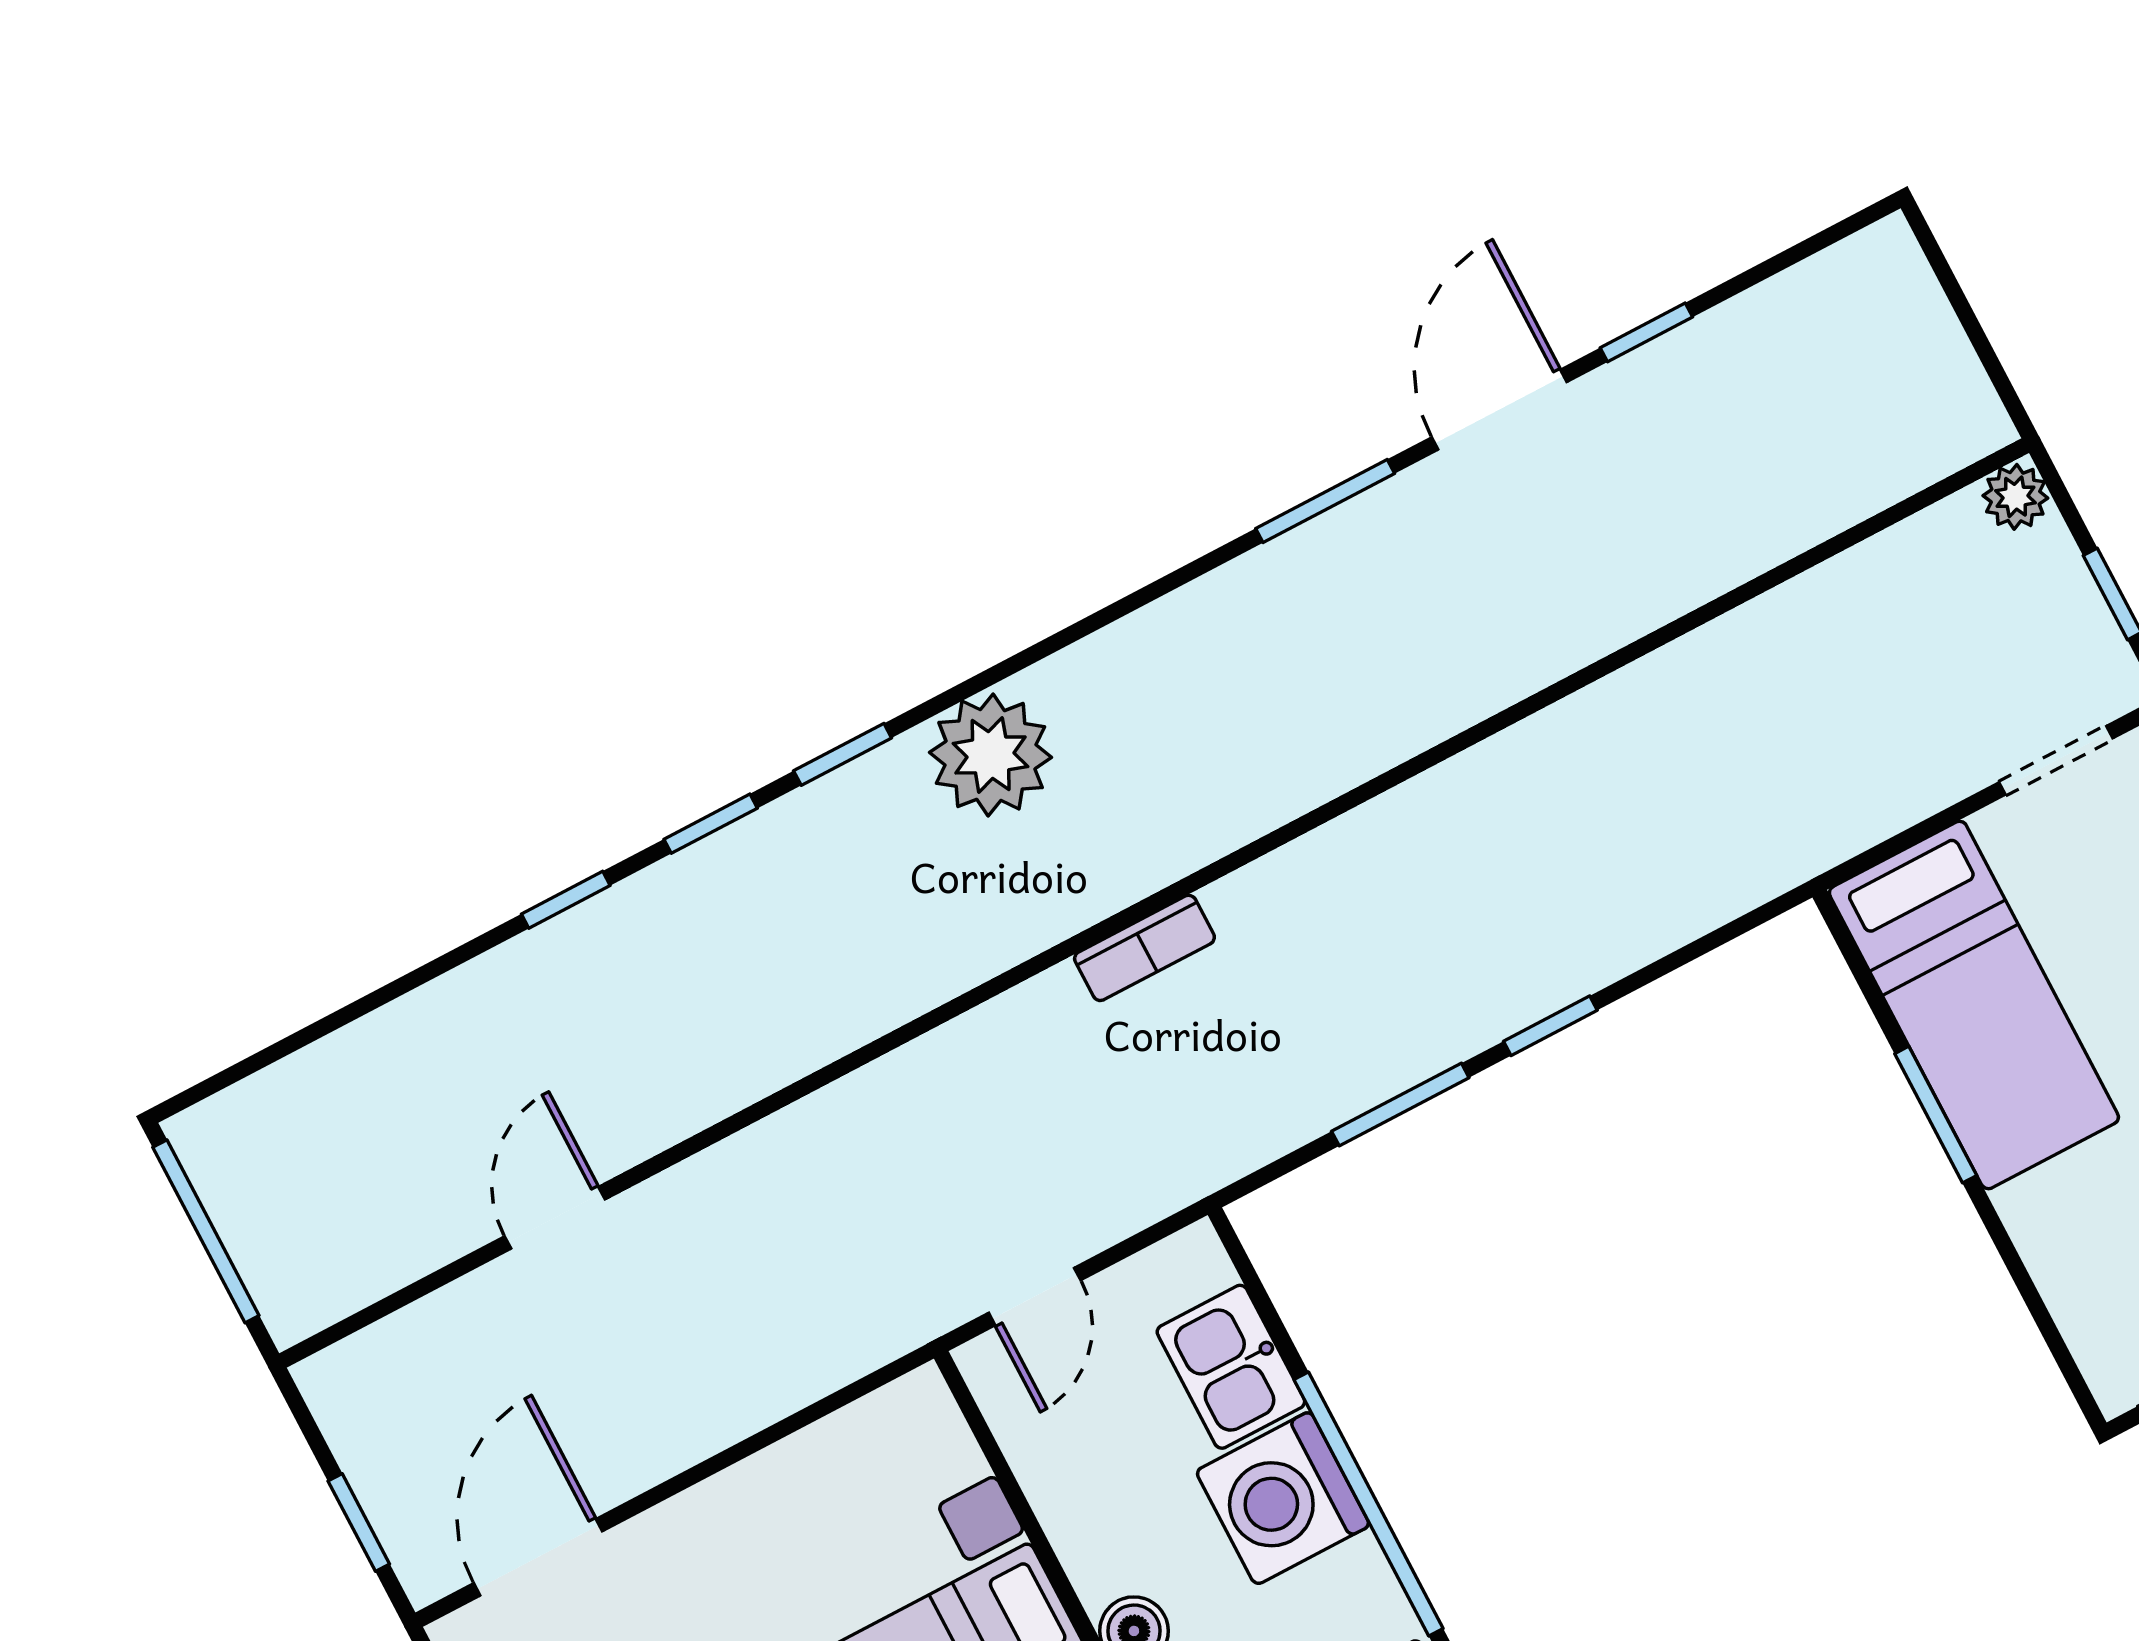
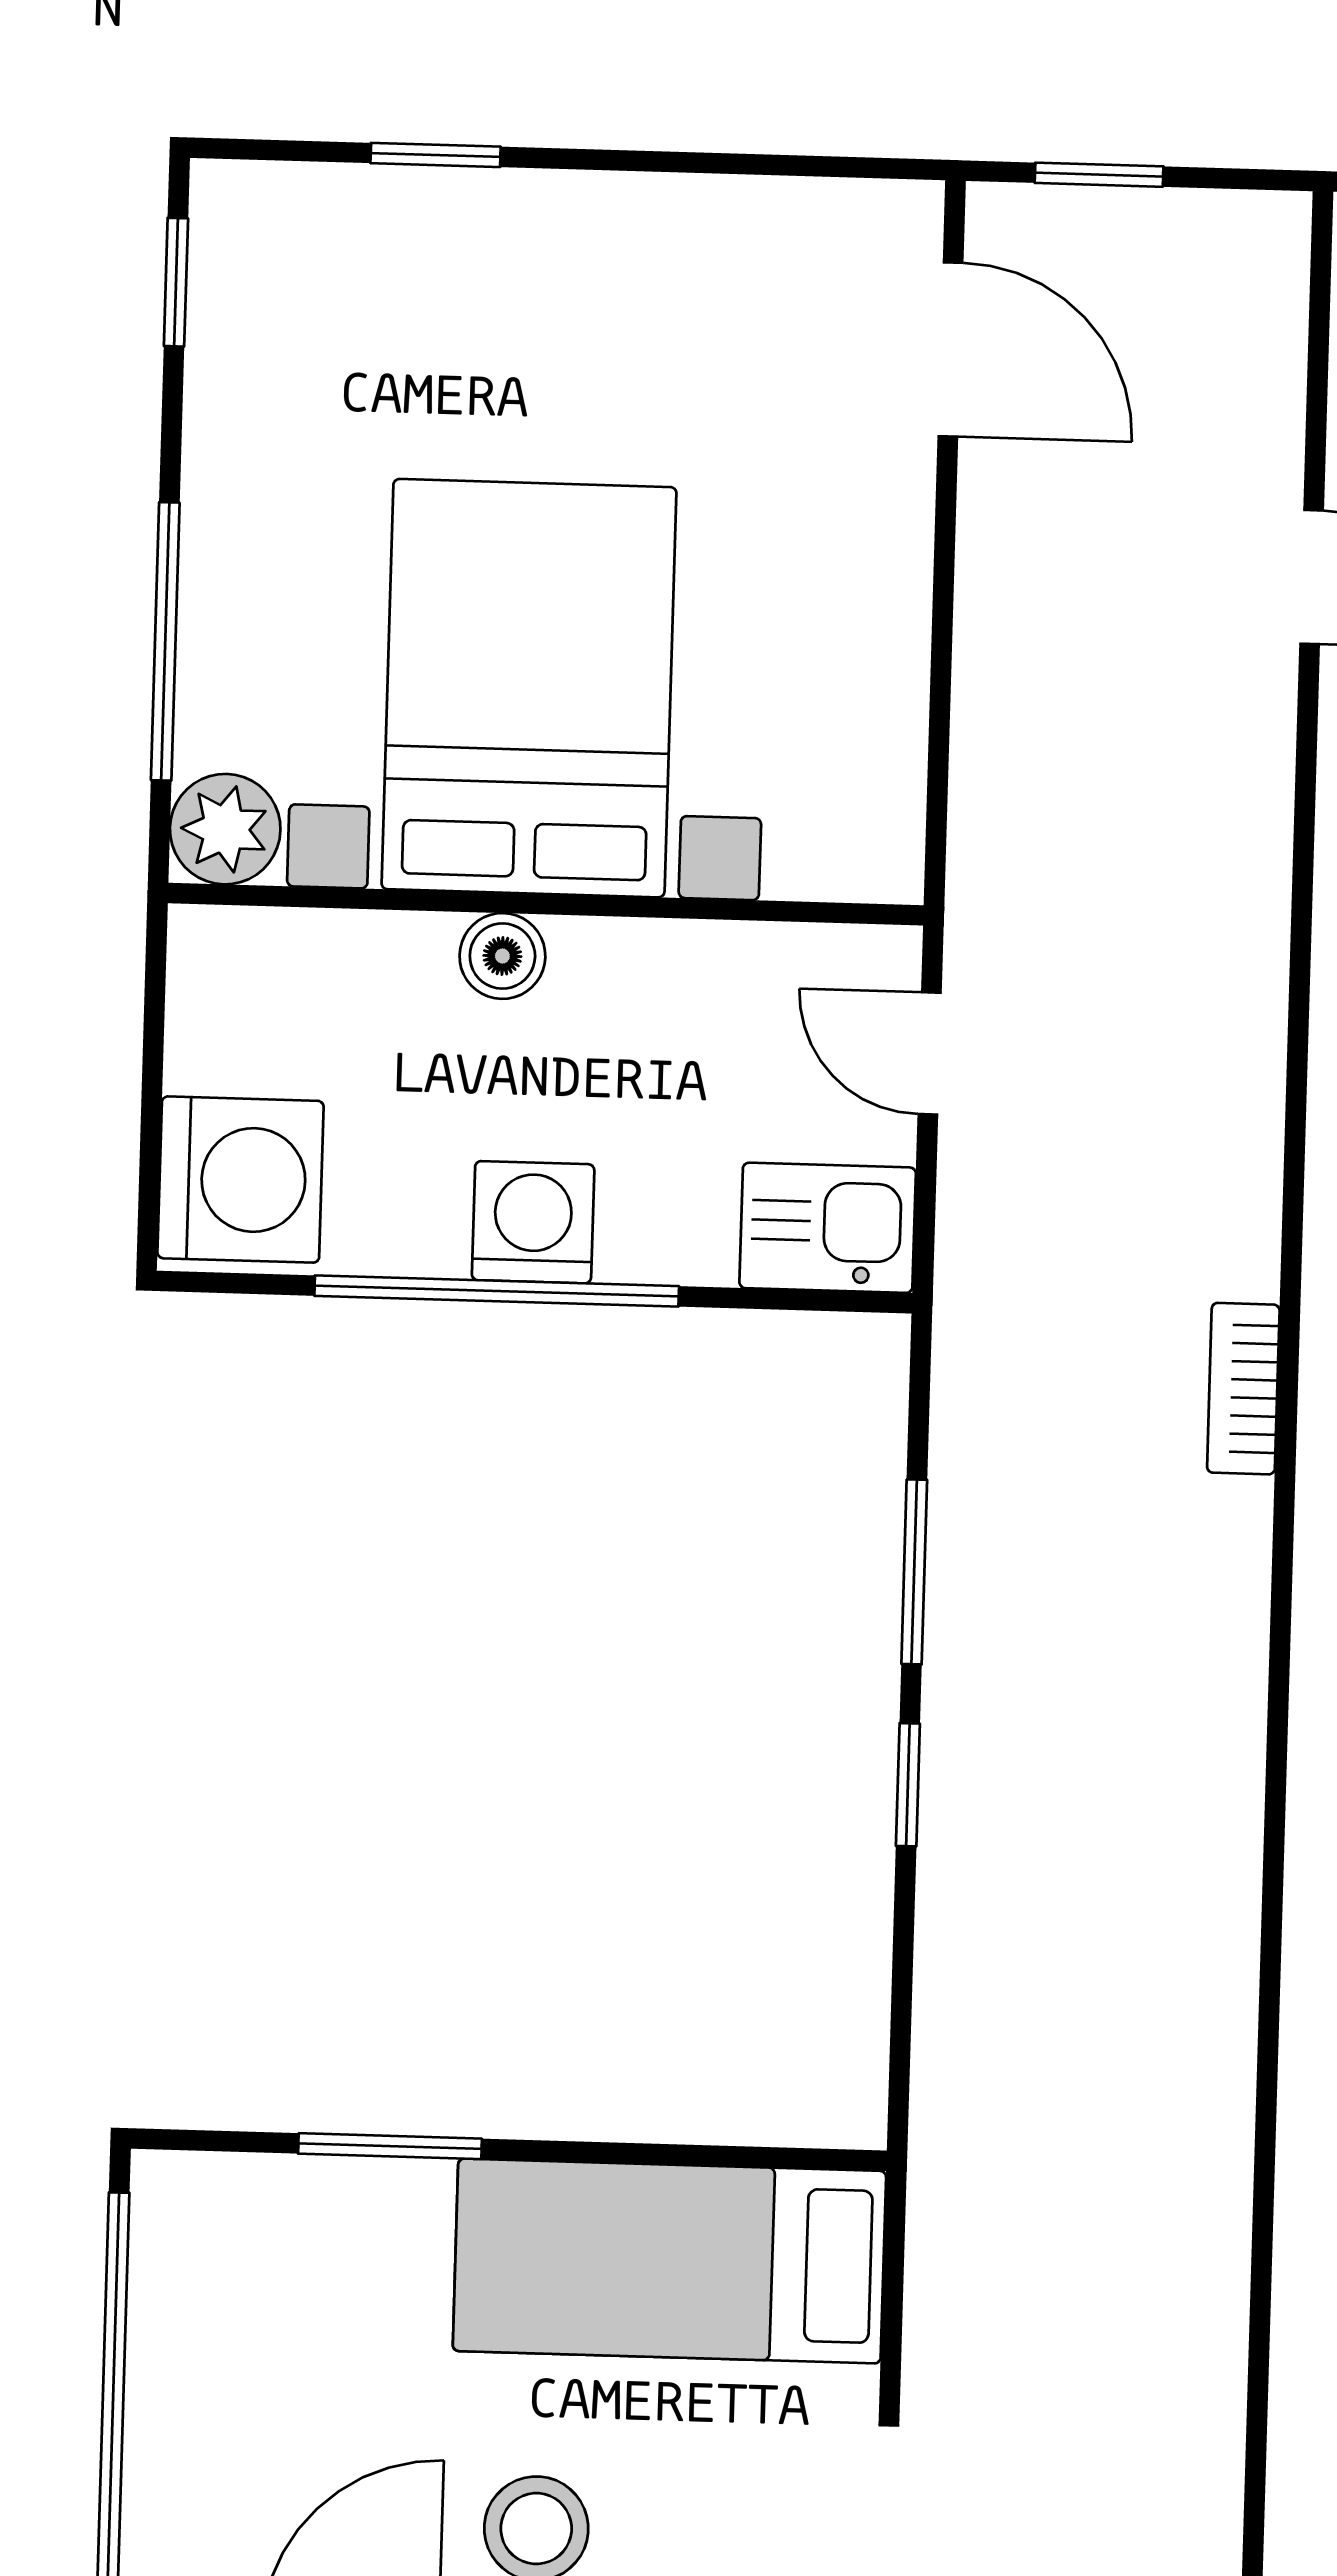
window: (1936, 1115) -> (390, 2146), moved
kitchen sink: (1231, 1367) -> (828, 1228), moved
washing machine: (1283, 1498) -> (533, 1222), width x0.73, depth x0.73

